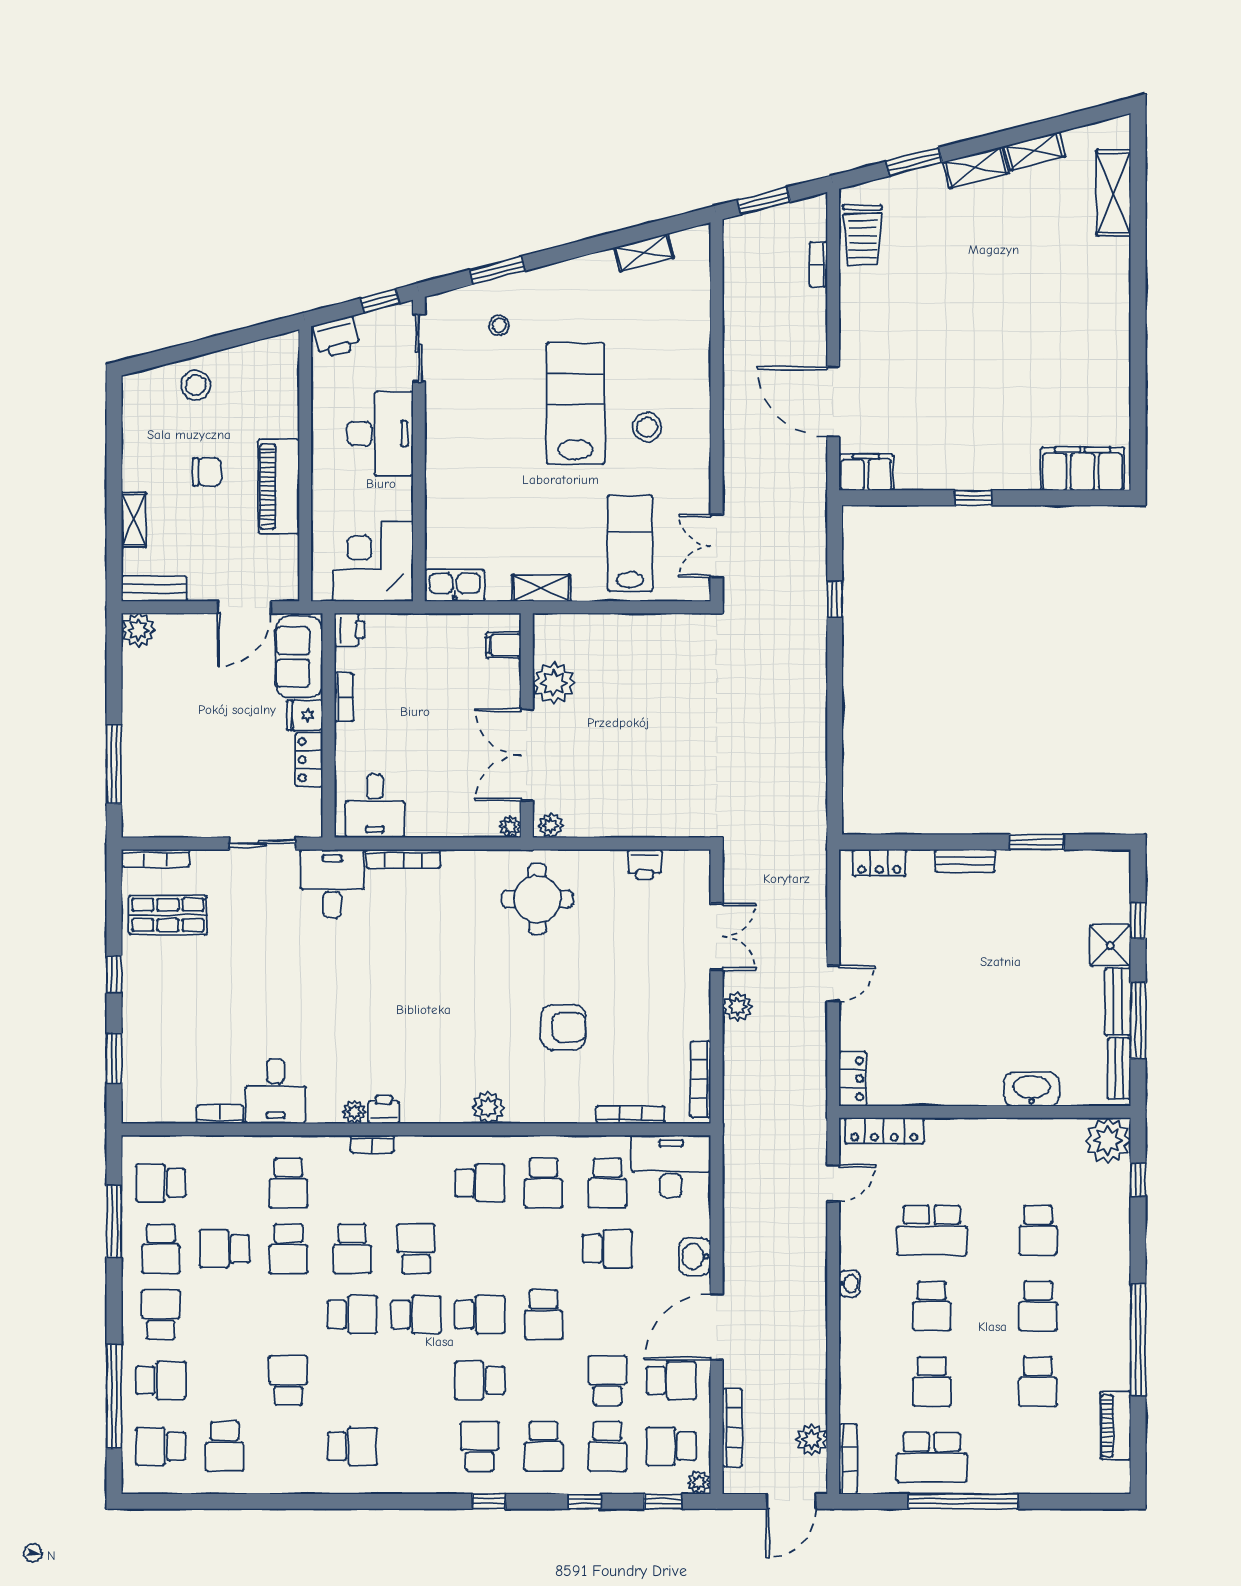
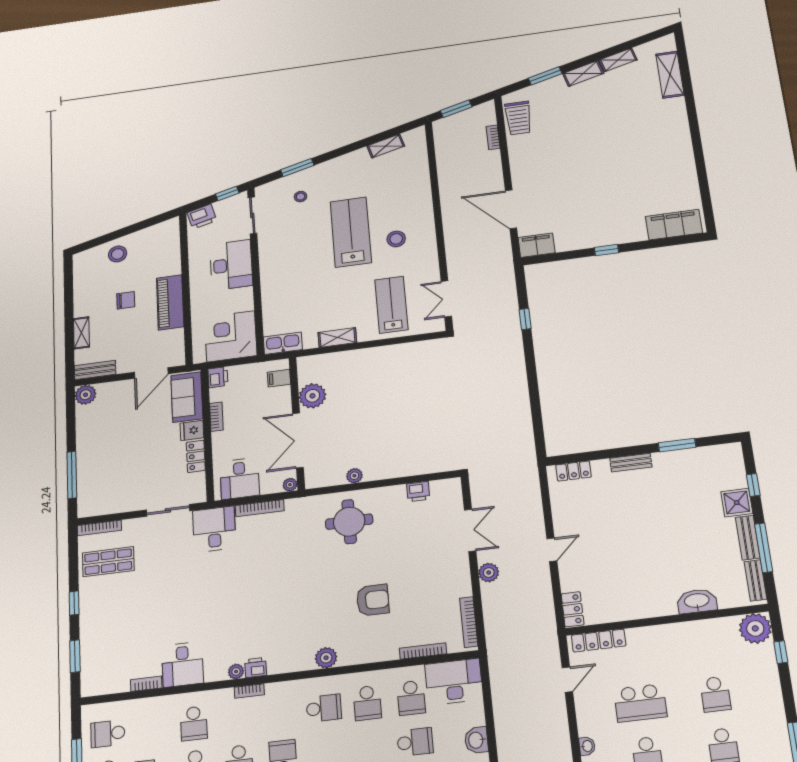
filing cabinet: (503, 645) -> (279, 378), moved
plant: (554, 683) -> (312, 396), moved
wall: (527, 725) -> (297, 423), moved
double door: (527, 755) -> (298, 440), moved
plant: (510, 827) -> (290, 485), moved

